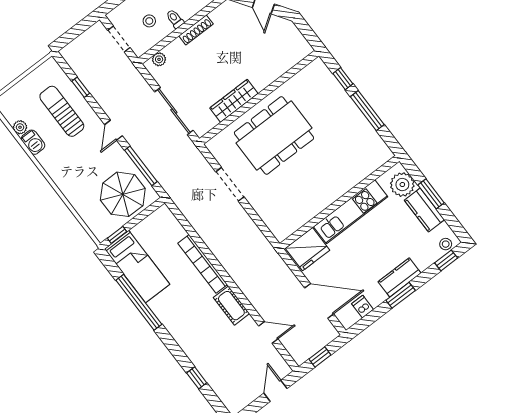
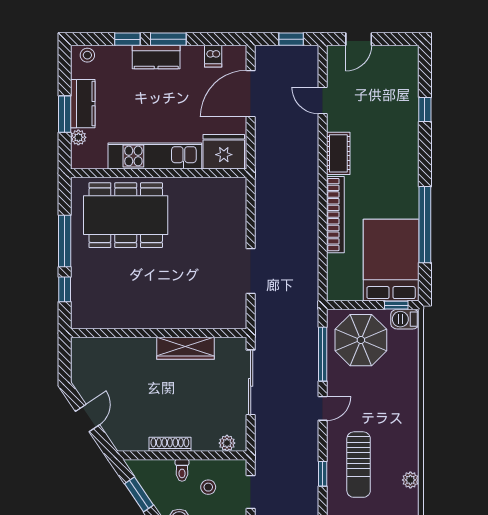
dining table: (274, 135) -> (126, 215), moved
barbecue: (33, 142) -> (405, 319), moved, turned -90
plant: (402, 185) -> (78, 137), width x0.53, depth x0.53
window: (446, 260) -> (127, 39), moved
bed: (137, 267) -> (391, 260), width x1.50
door: (319, 301) -> (251, 94), hinge flipped

